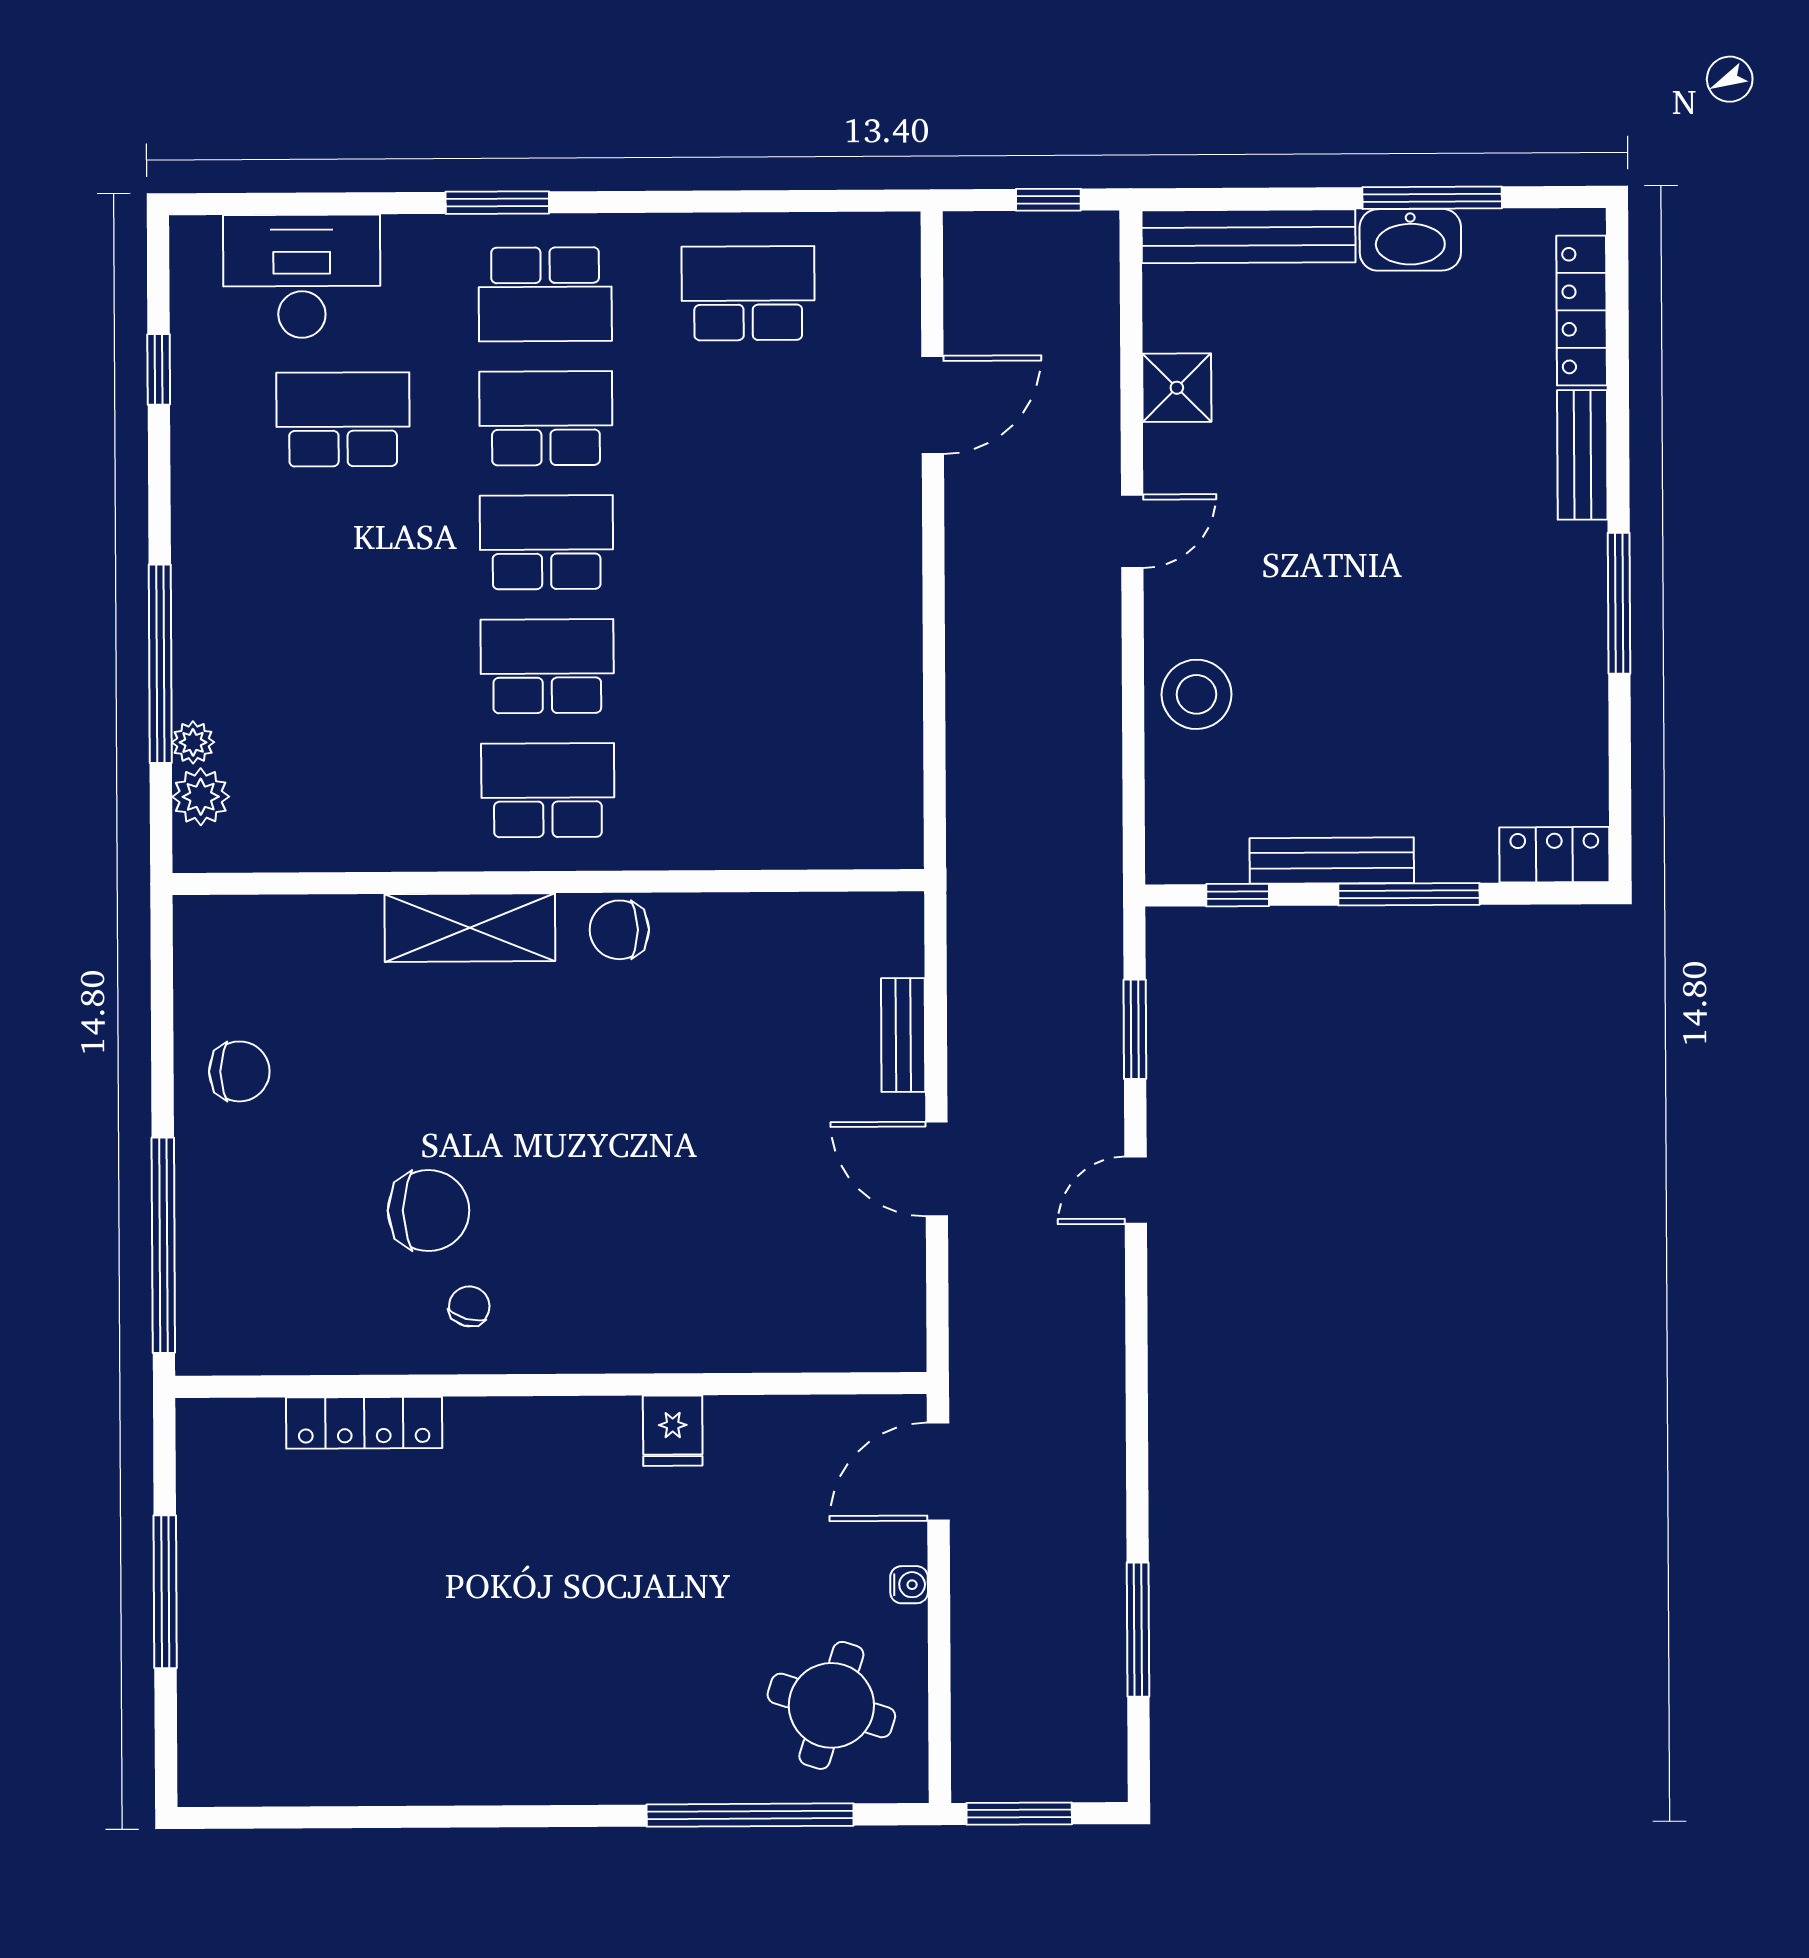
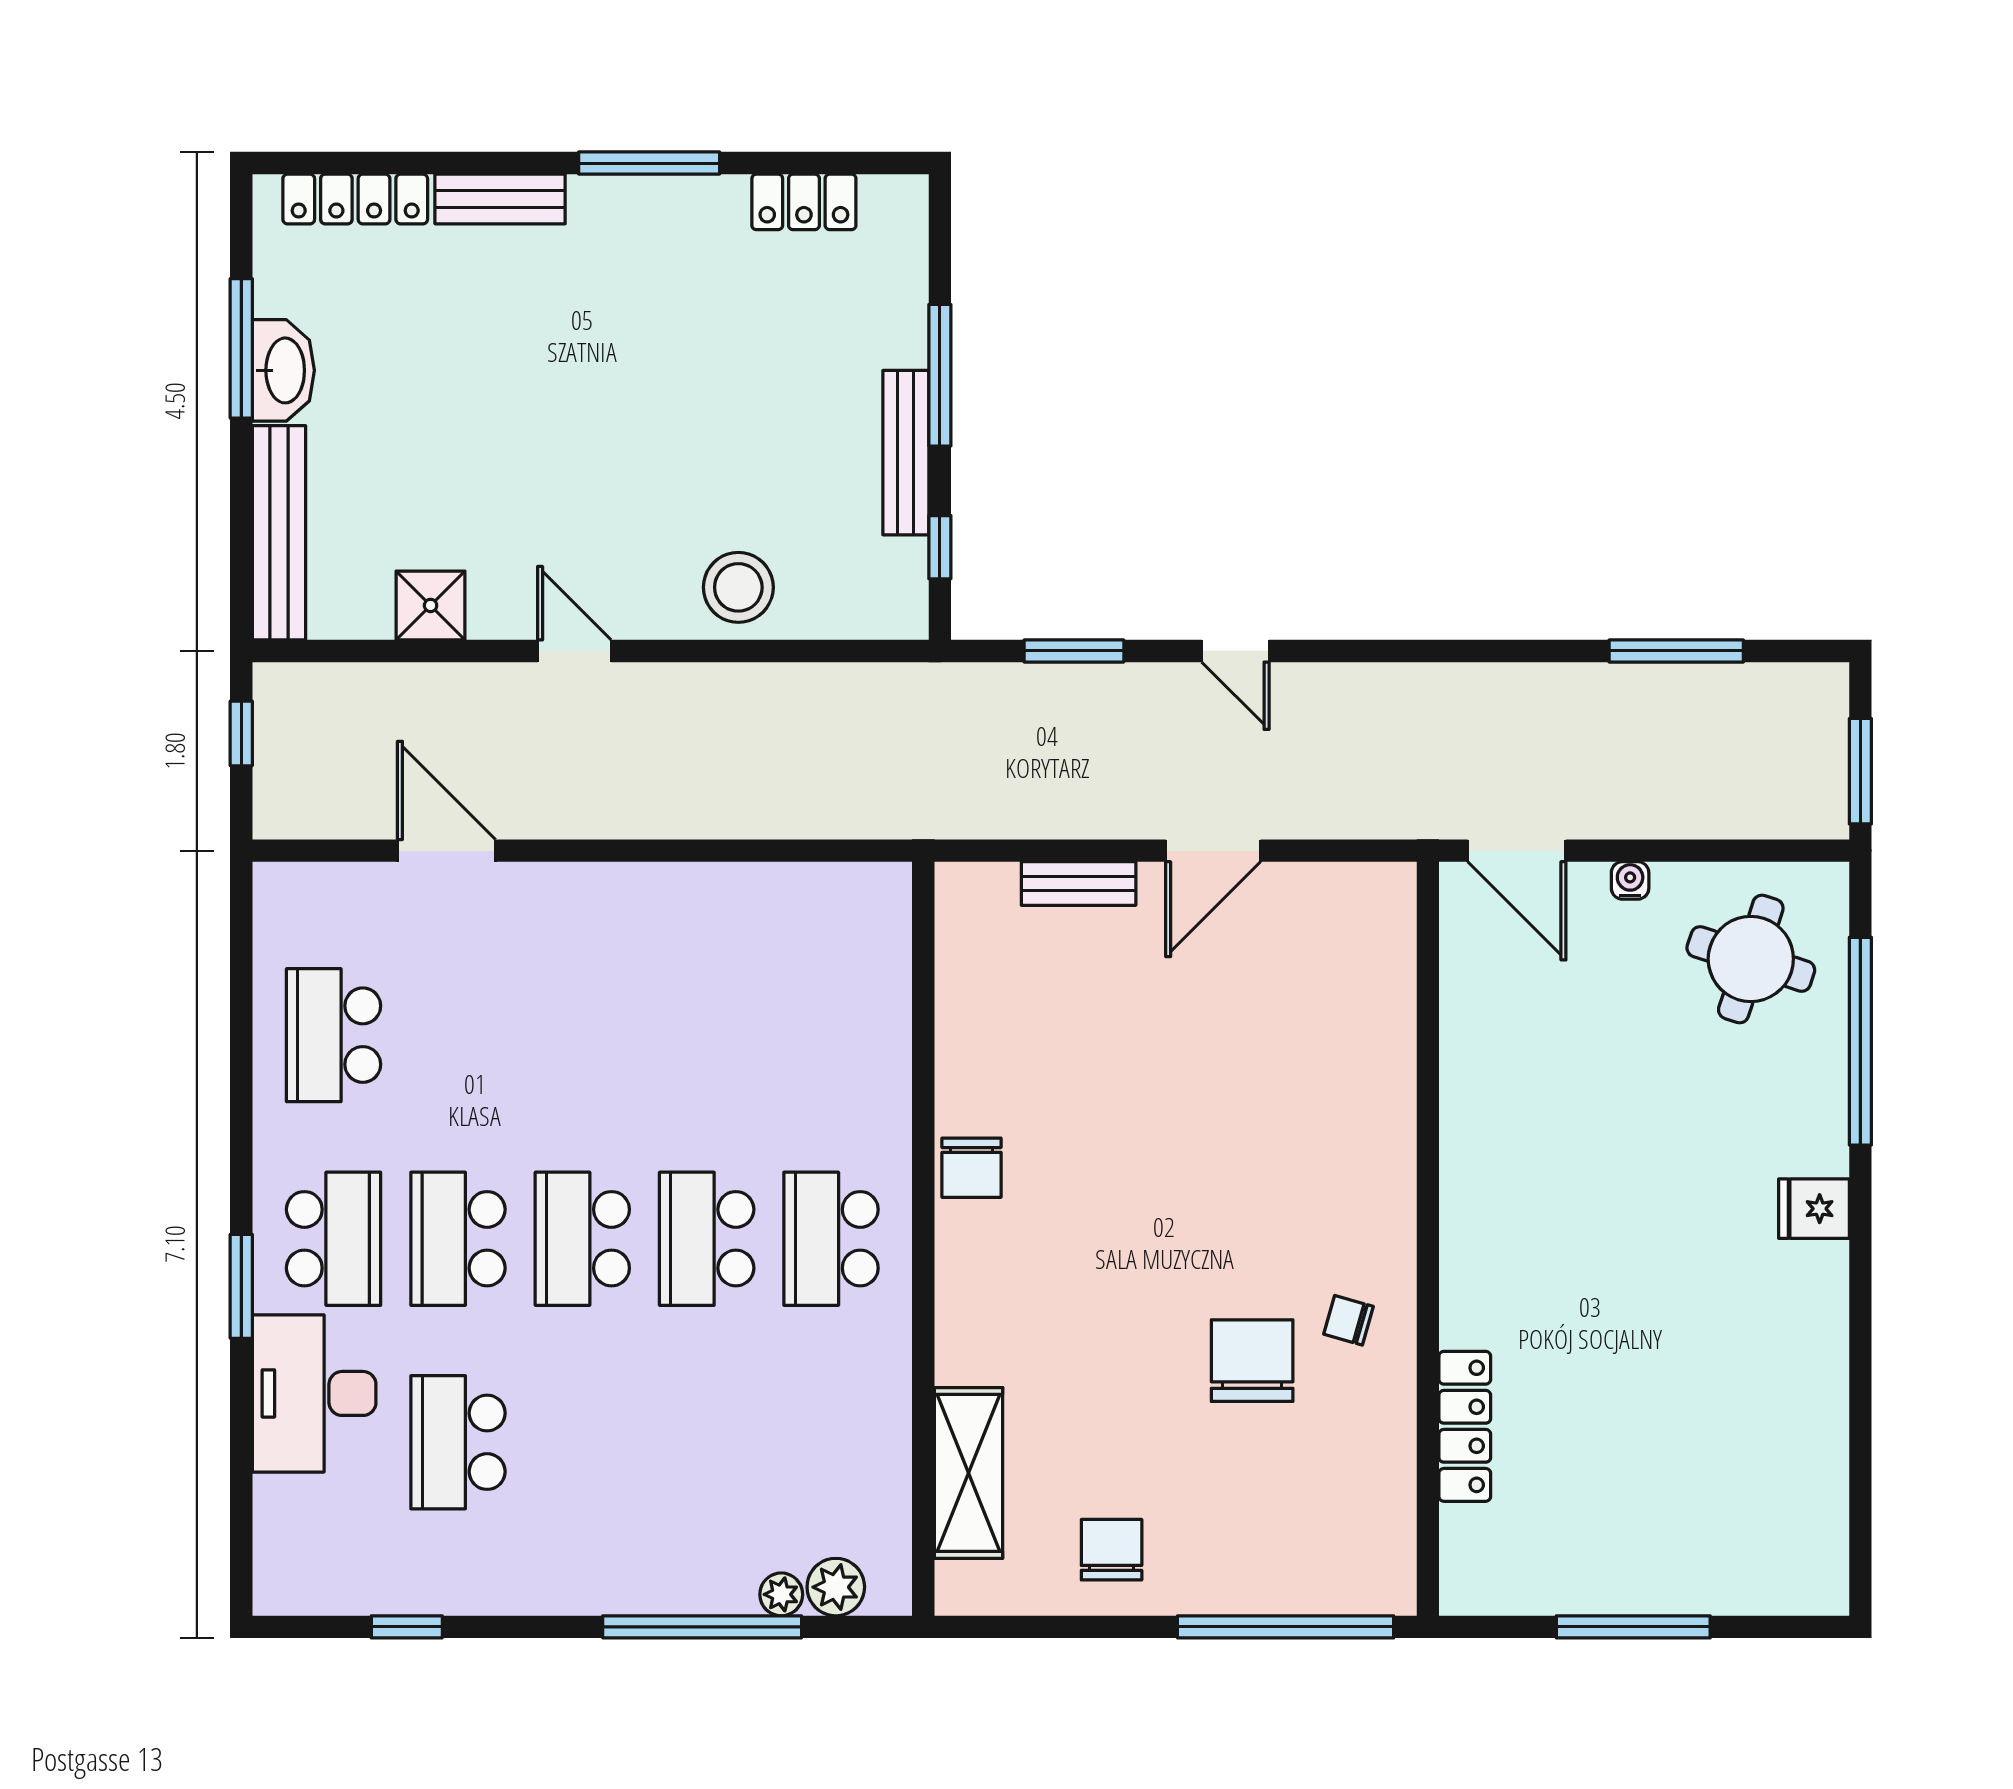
desk: (302, 276) -> (314, 1393), moved
locker: (1554, 855) -> (804, 202), moved, turned -90
shelving: (470, 928) -> (969, 1473), moved
fridge: (673, 1431) -> (1814, 1209), moved, turned 180

